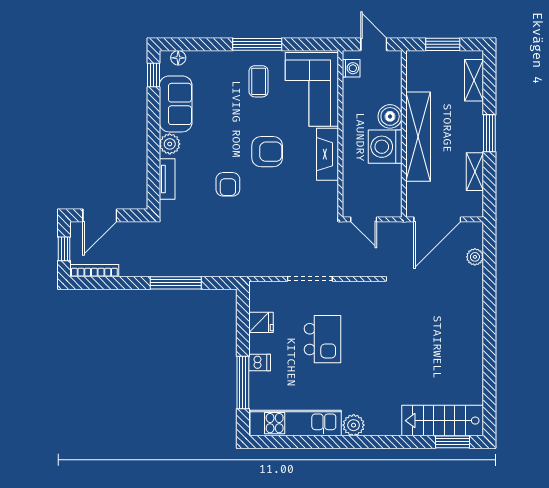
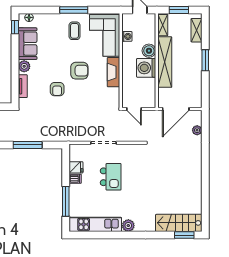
washing machine: (351, 68) -> (127, 36), moved
shelving: (475, 172) -> (163, 25), moved
dishwasher: (260, 362) -> (75, 179), moved

